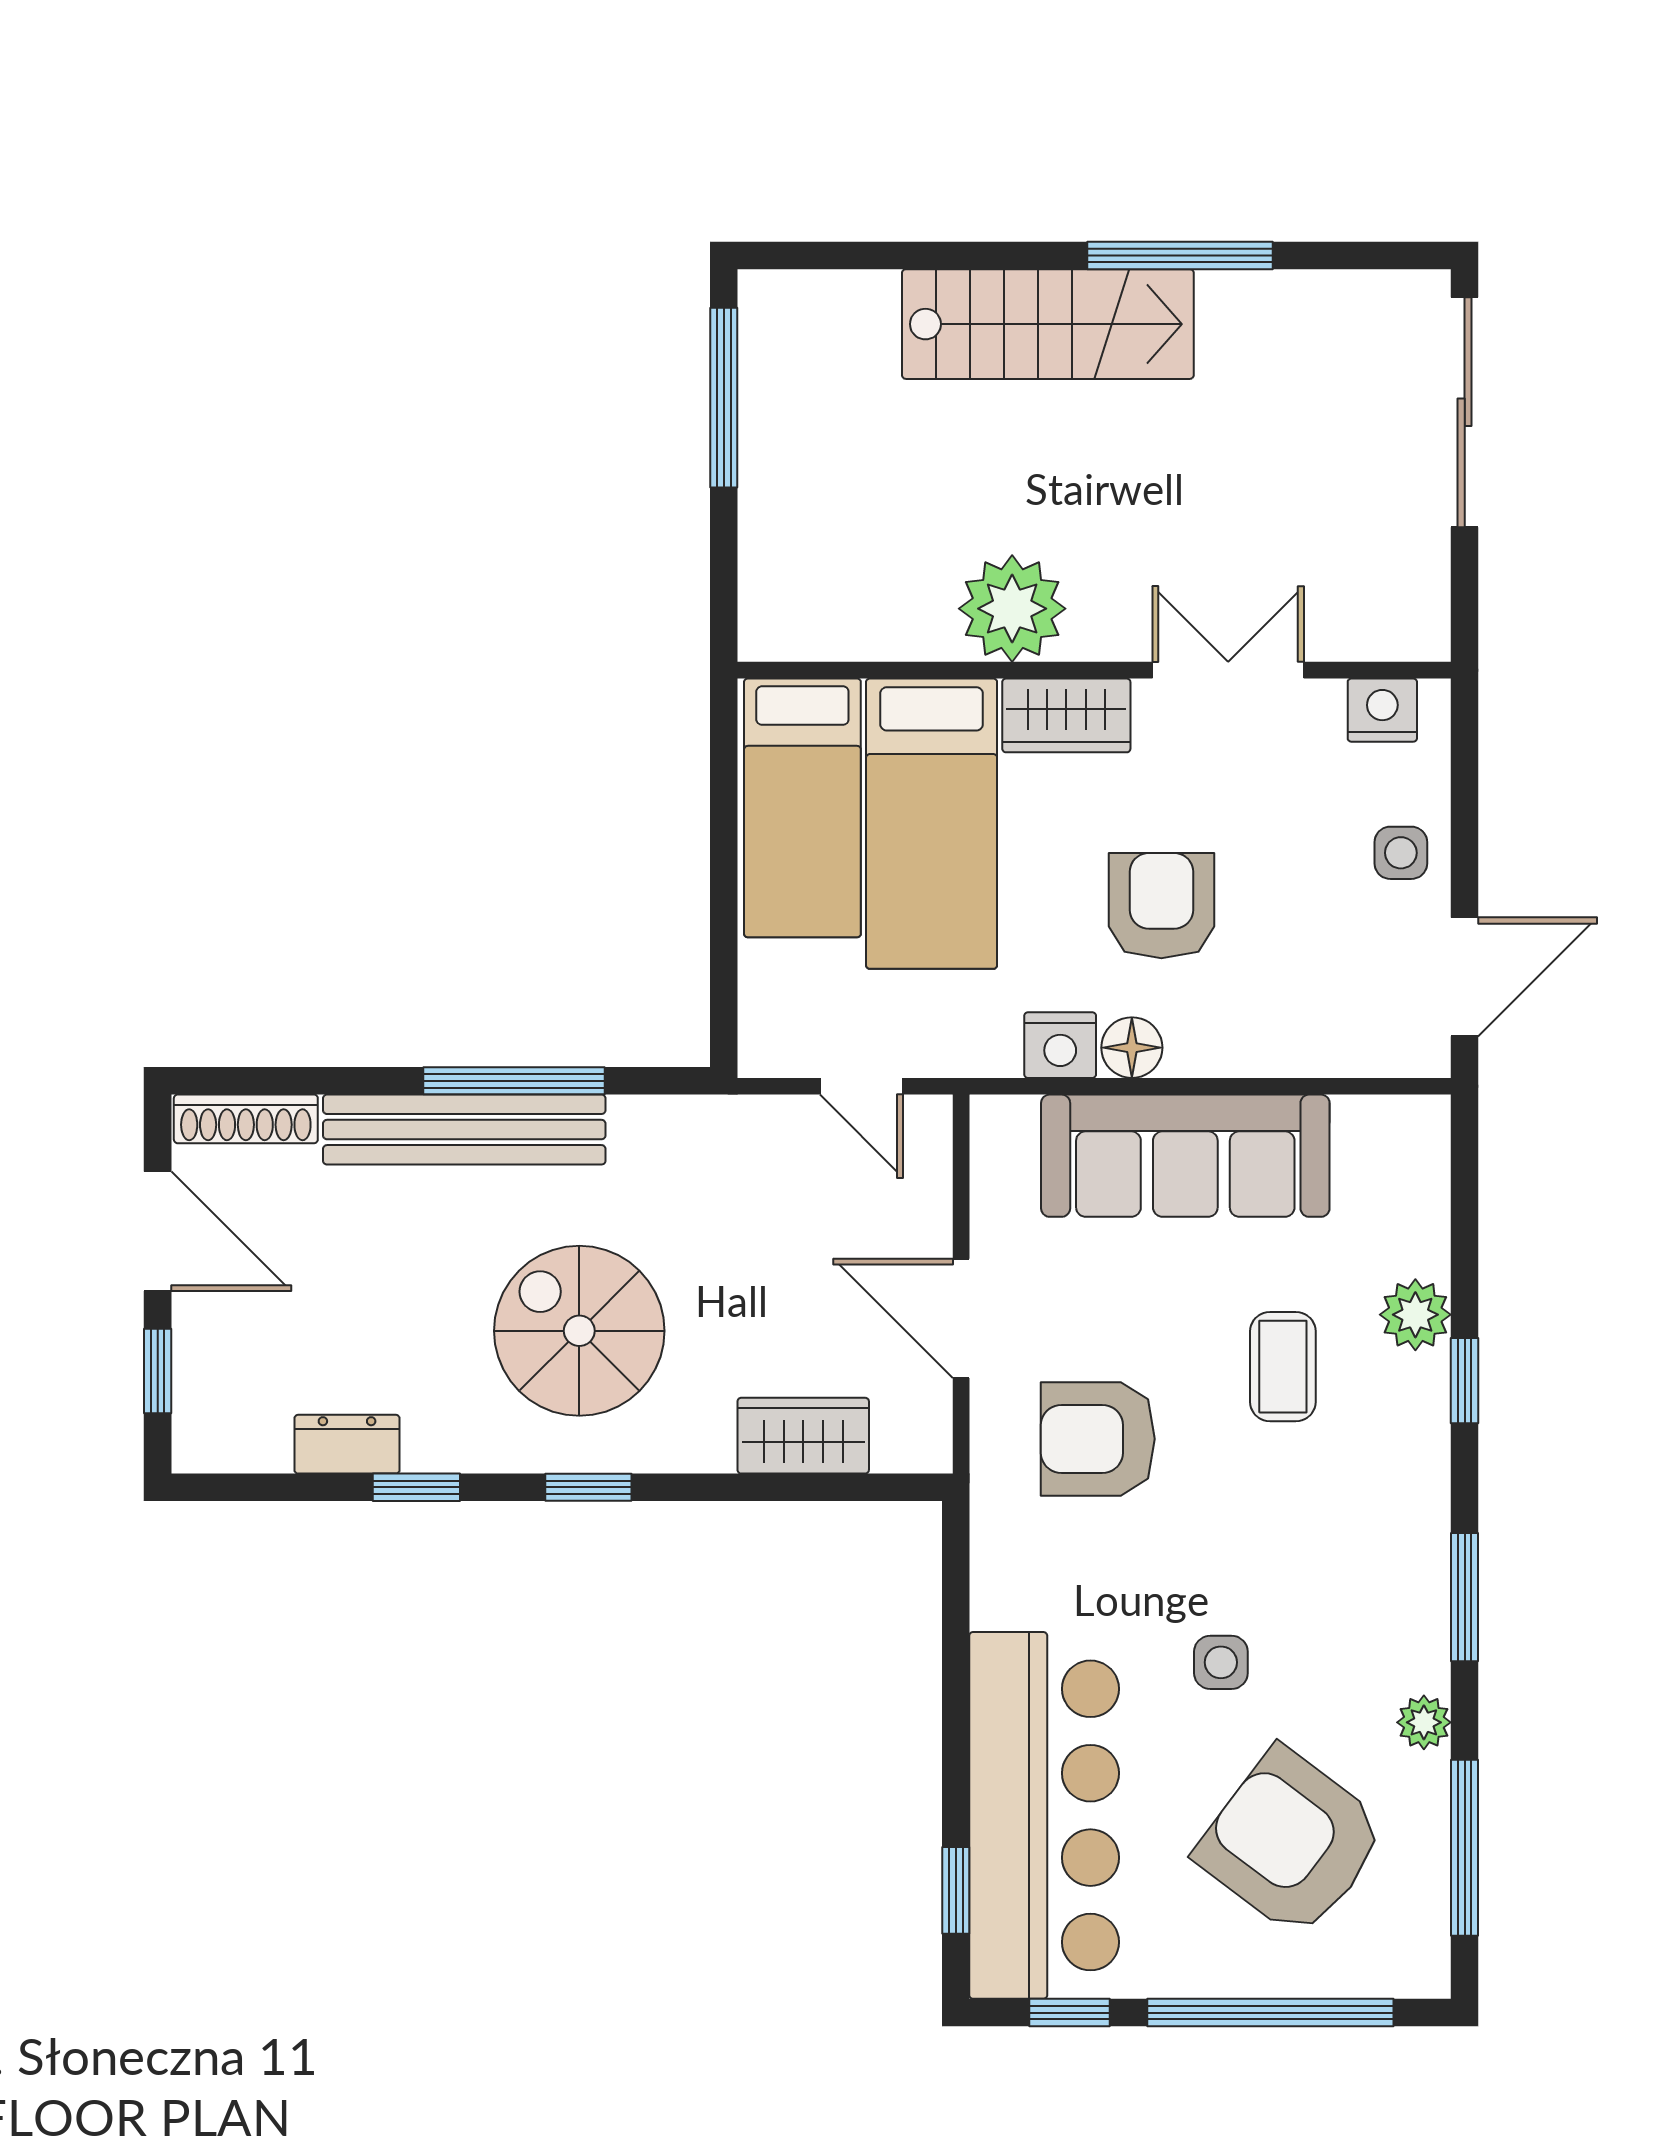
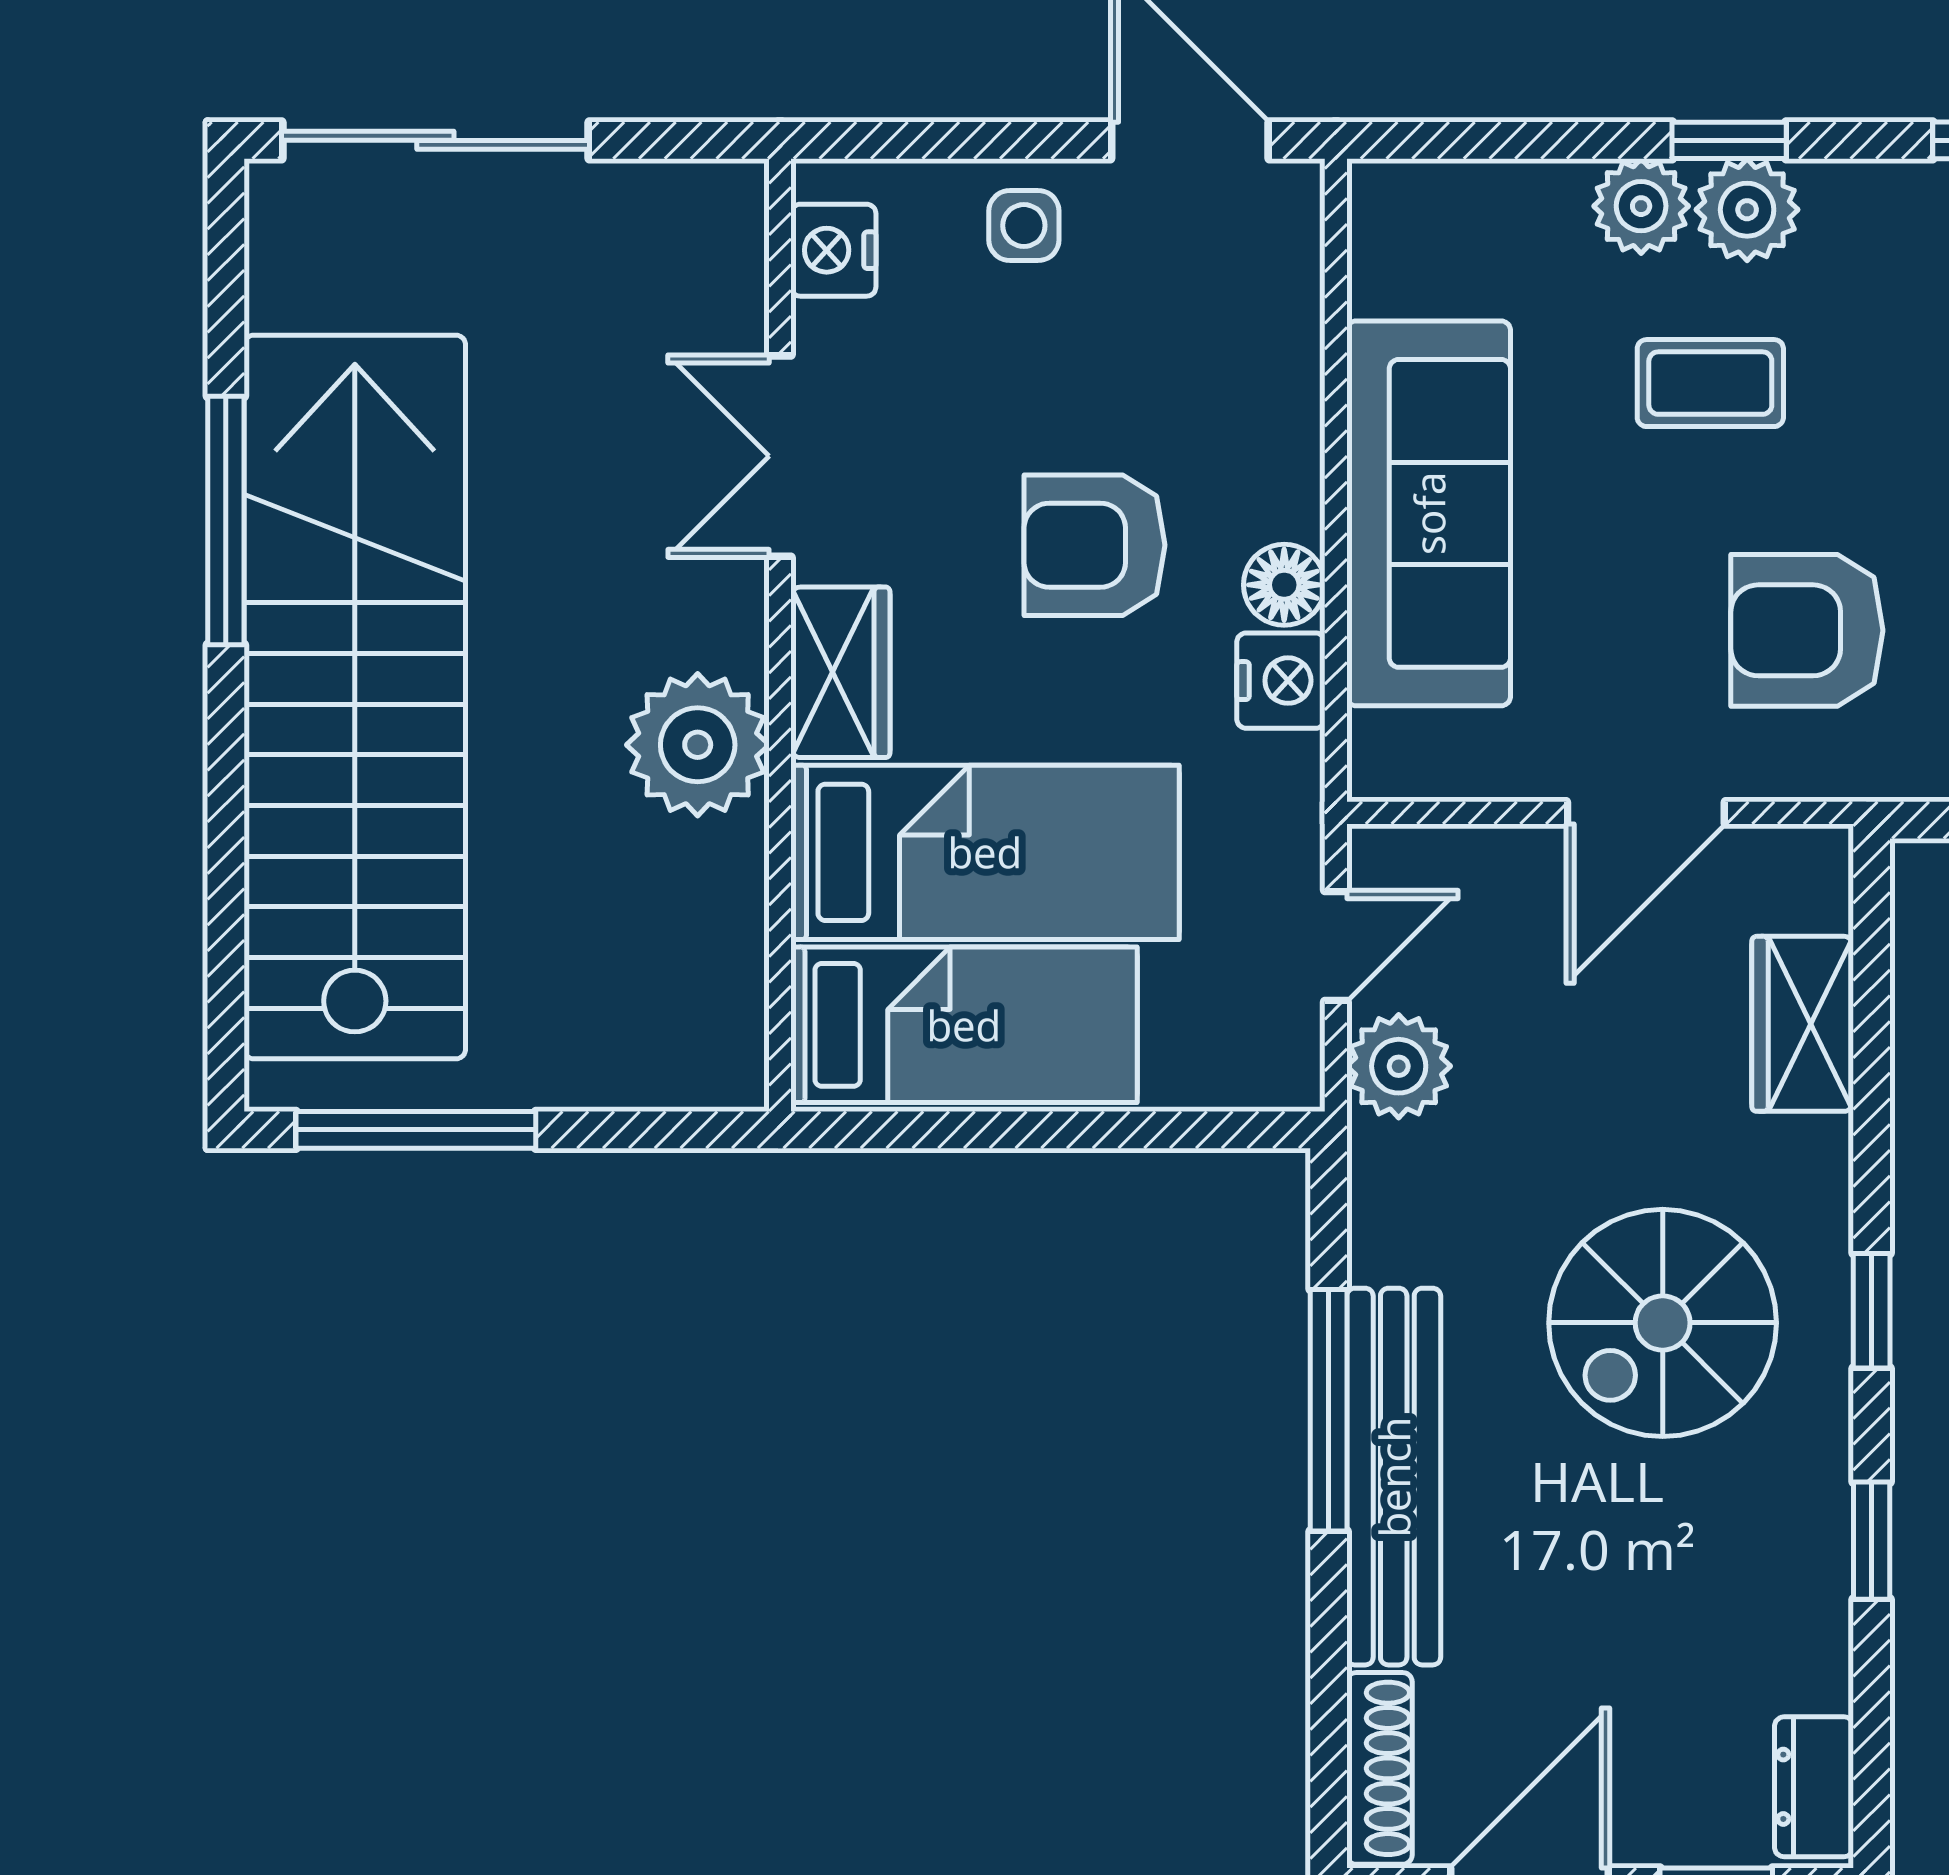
stairs: (1048, 324) -> (355, 697), width x1.86, depth x1.51
plant: (771, 1133) -> (1399, 1066), added
plant: (1413, 1394) -> (1747, 210), added
armchair: (1098, 1439) -> (1807, 630), turned 90
dresser: (347, 1444) -> (1814, 1787), moved

